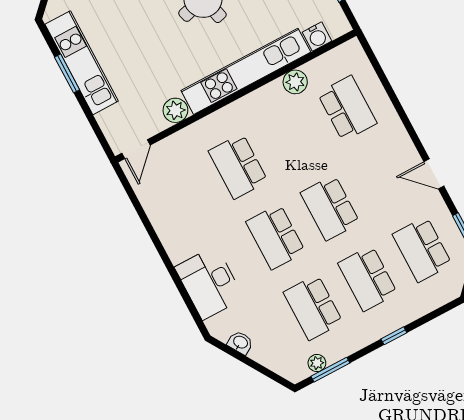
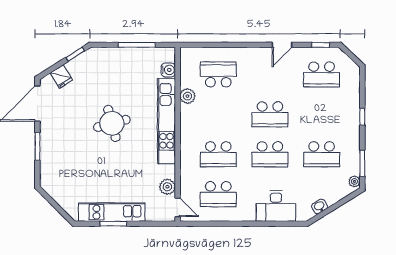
plant: (175, 110) -> (167, 187), moved
school desk: (368, 278) -> (218, 194), moved
plant: (317, 363) -> (354, 181), moved

